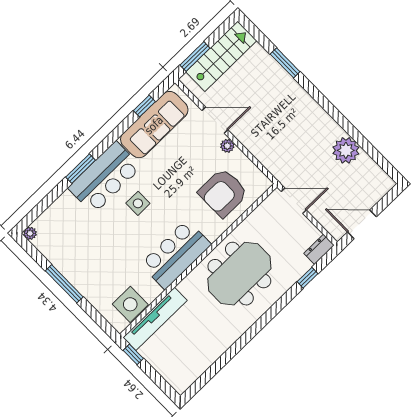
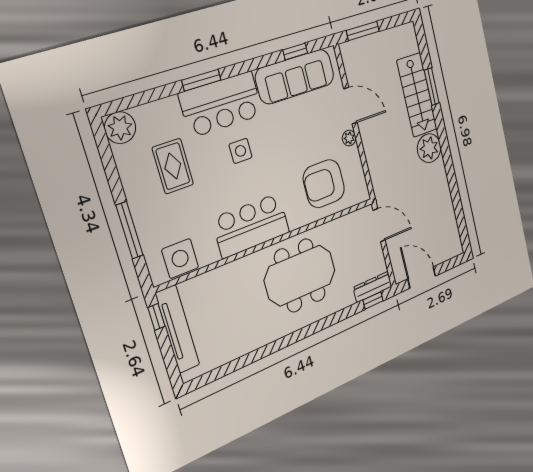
stairs: (221, 56) -> (417, 95), moved, turned 90
plant: (346, 150) -> (429, 148), moved
plant: (30, 233) -> (120, 128), width x1.87, depth x1.87
rug: (90, 241) -> (173, 166), added
dresser: (319, 249) -> (373, 287), width x1.44
window: (307, 278) -> (373, 300), moved
window: (64, 284) -> (130, 230), moved
tv unit: (155, 319) -> (178, 329), moved, turned -90

